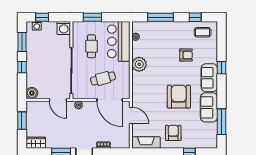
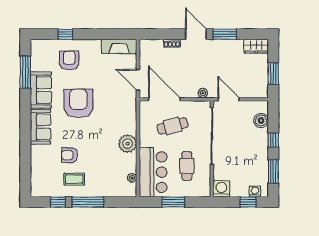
window: (92, 17) -> (173, 202), moved
window: (161, 17) -> (88, 202), moved
coffee table: (203, 32) -> (74, 179), moved
window: (222, 68) -> (25, 139), removed
boiler: (32, 93) -> (261, 120), moved
armchair: (179, 97) -> (78, 103), turned 180
armchair: (173, 133) -> (69, 60), moved, turned 180

